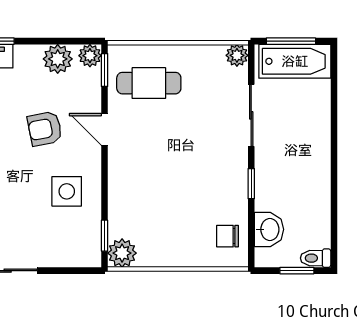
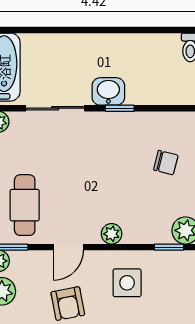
plant: (119, 175) -> (112, 234), added
washbasin: (269, 229) -> (108, 91), moved
chair: (228, 236) -> (166, 163), moved, turned -76

